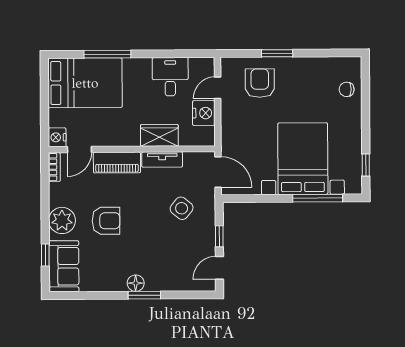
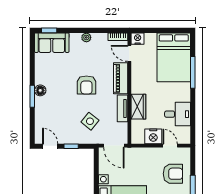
door: (218, 172) -> (114, 146), hinge flipped
plant: (62, 220) -> (86, 37), width x0.53, depth x0.53
armchair: (106, 221) -> (86, 85), moved
window: (45, 255) -> (49, 30), moved

